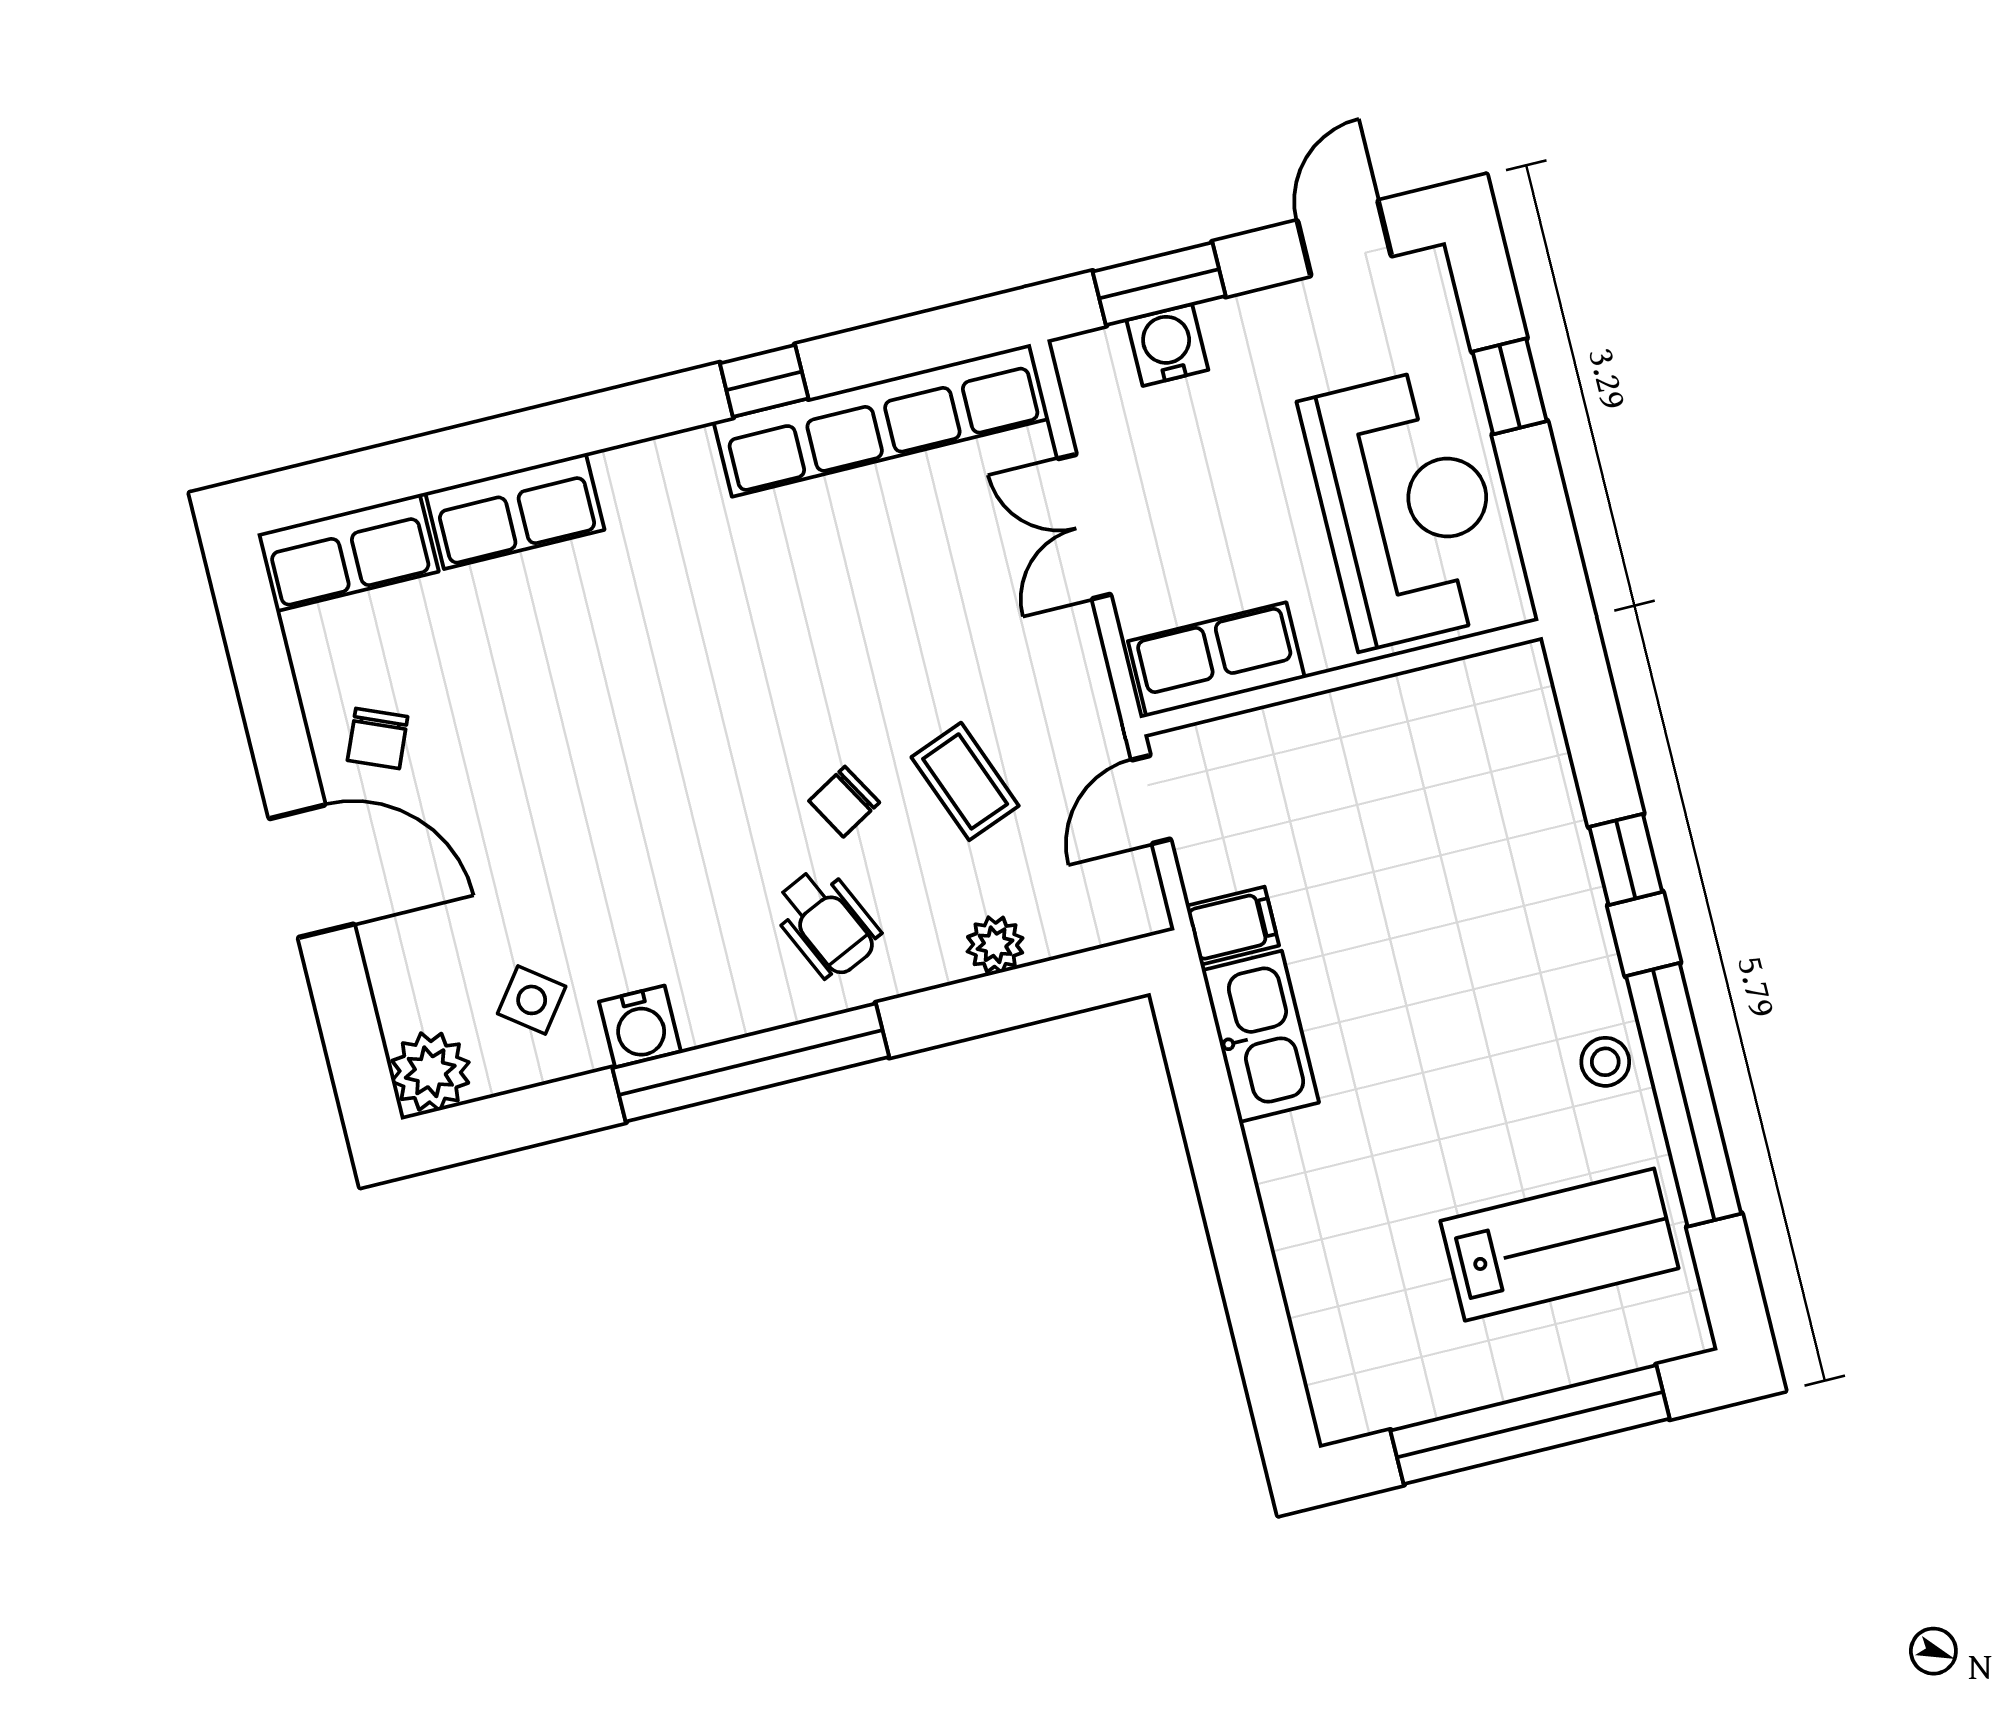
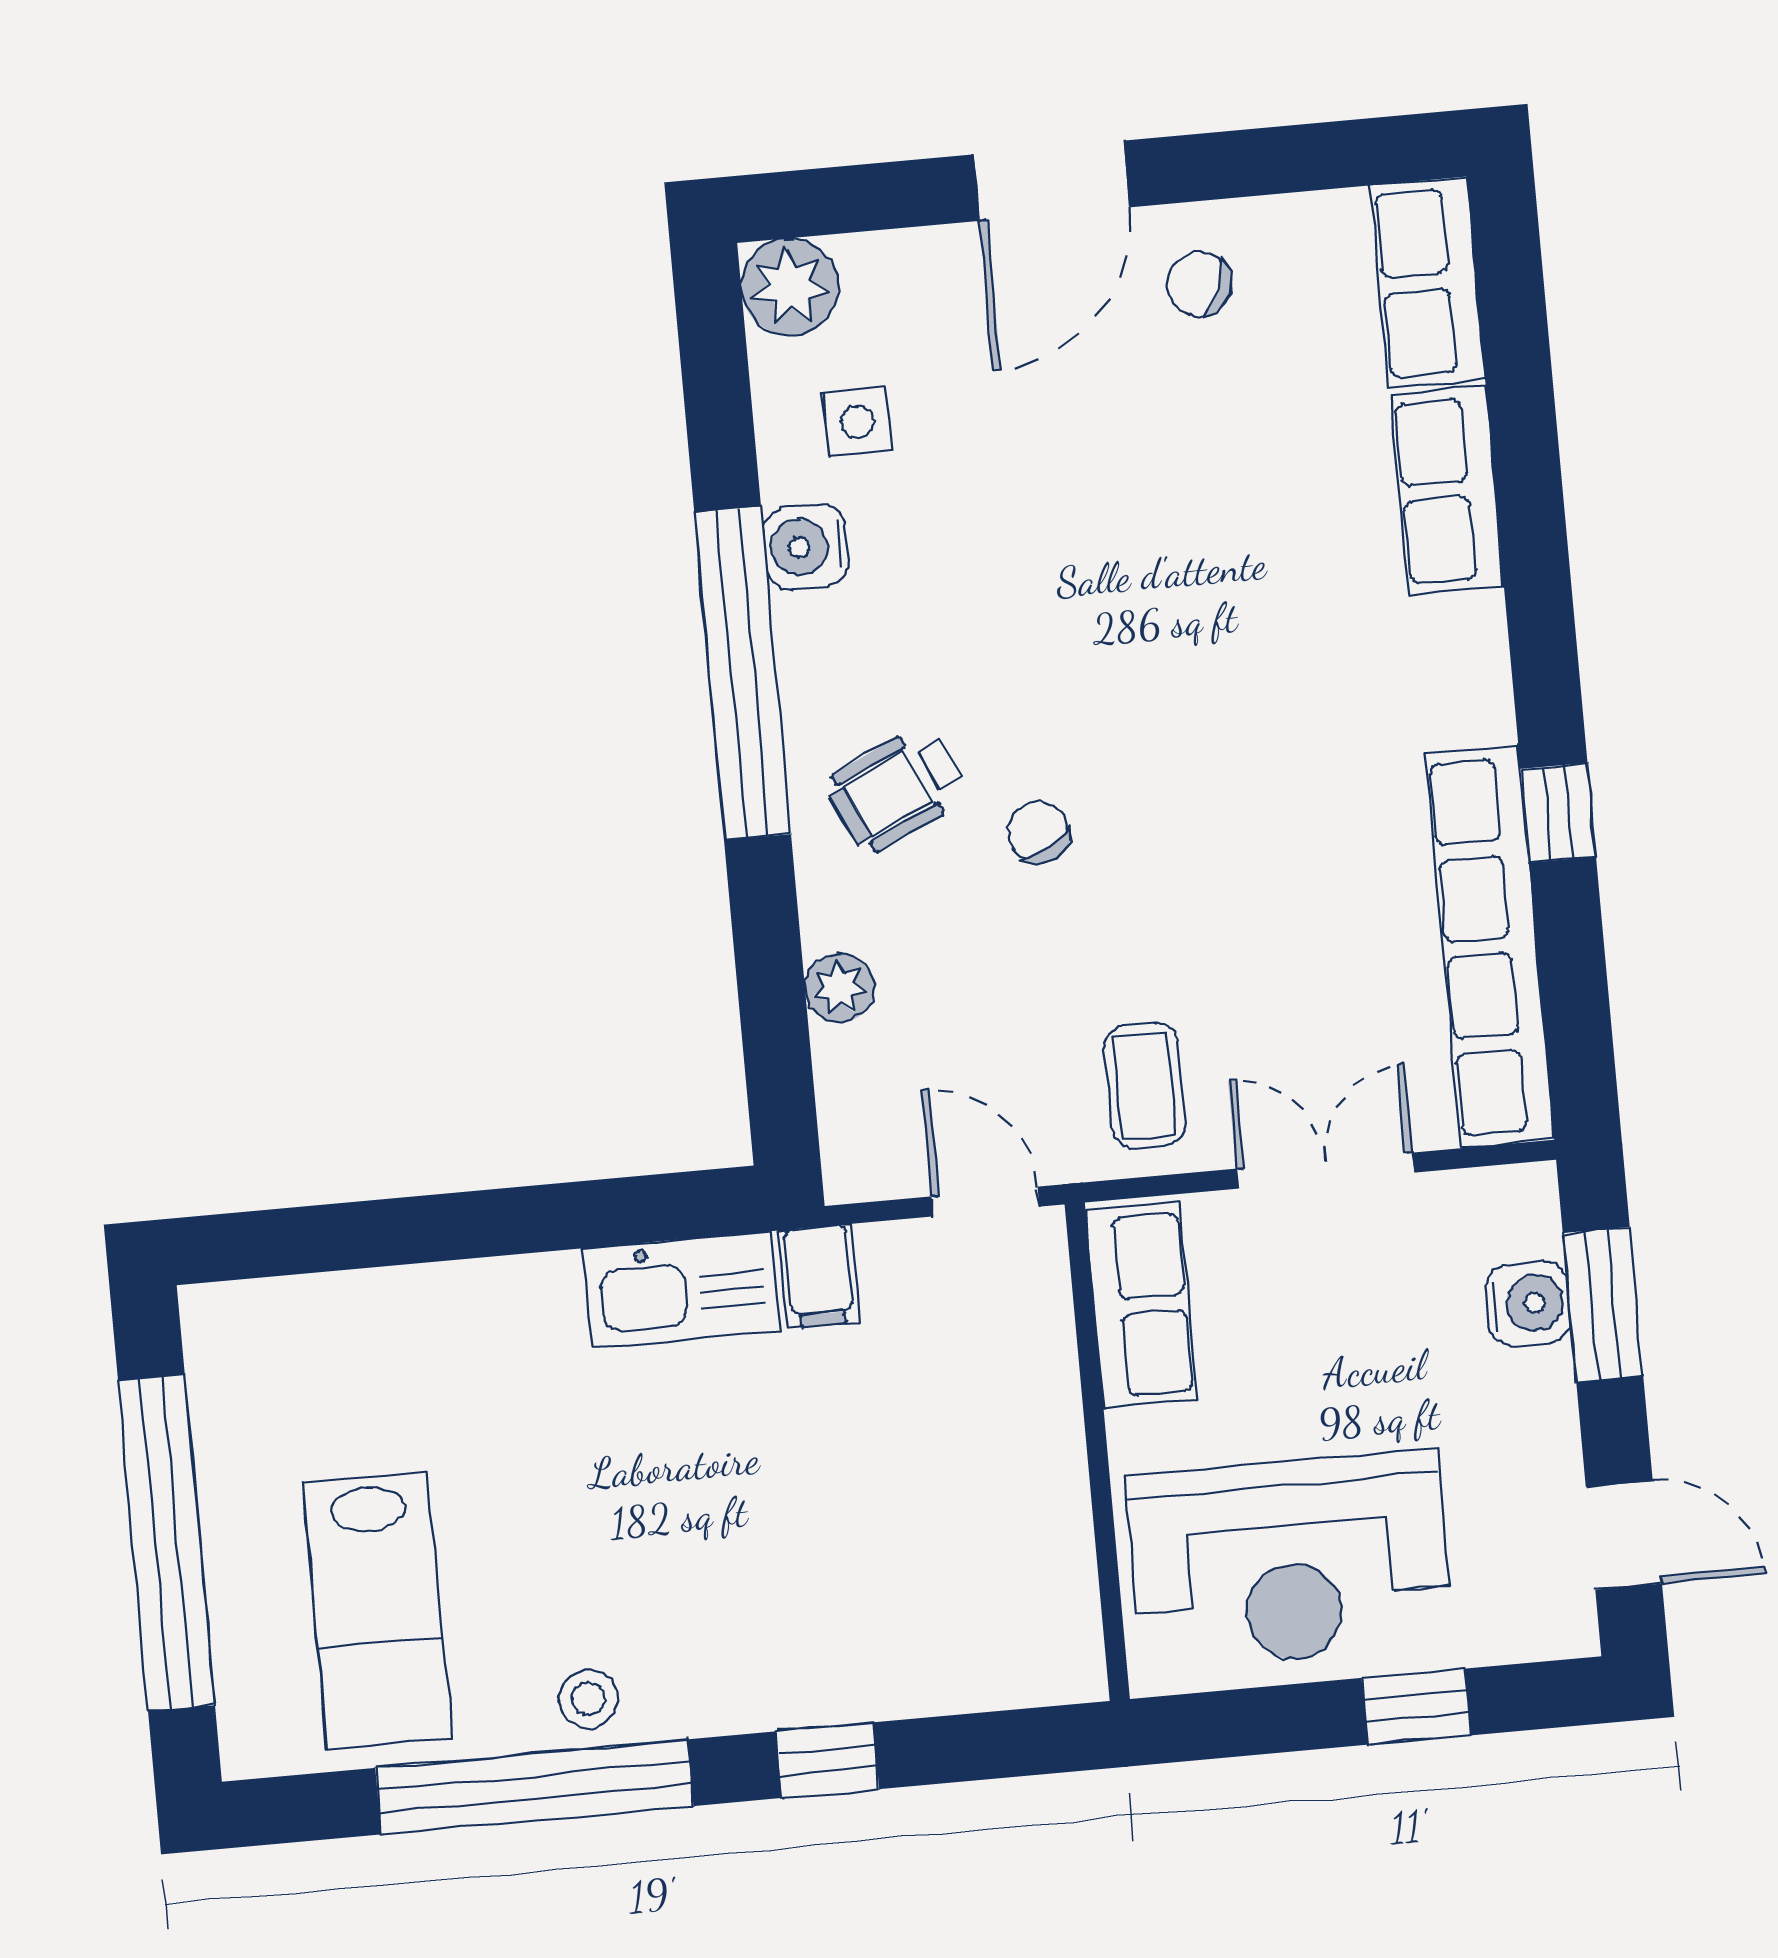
coffee table: (965, 781) -> (1145, 1086), moved, turned -69
side table: (532, 1000) -> (857, 422), turned -37

